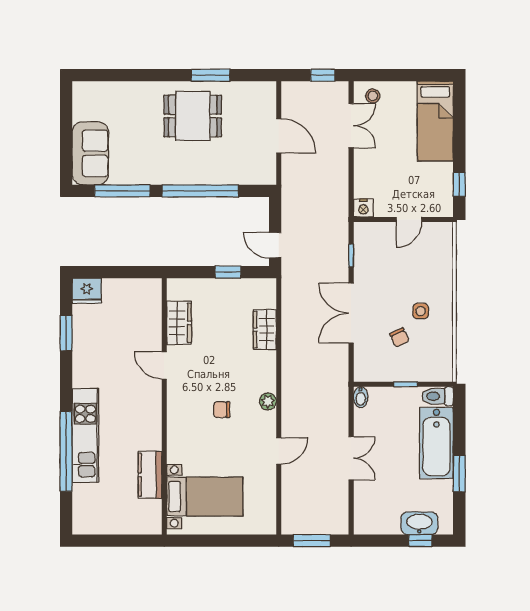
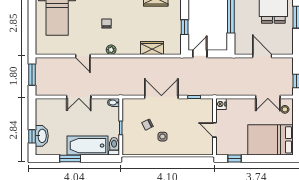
bed: (435, 121) -> (271, 140), width x1.50
door: (279, 136) -> (262, 56), swing flipped

